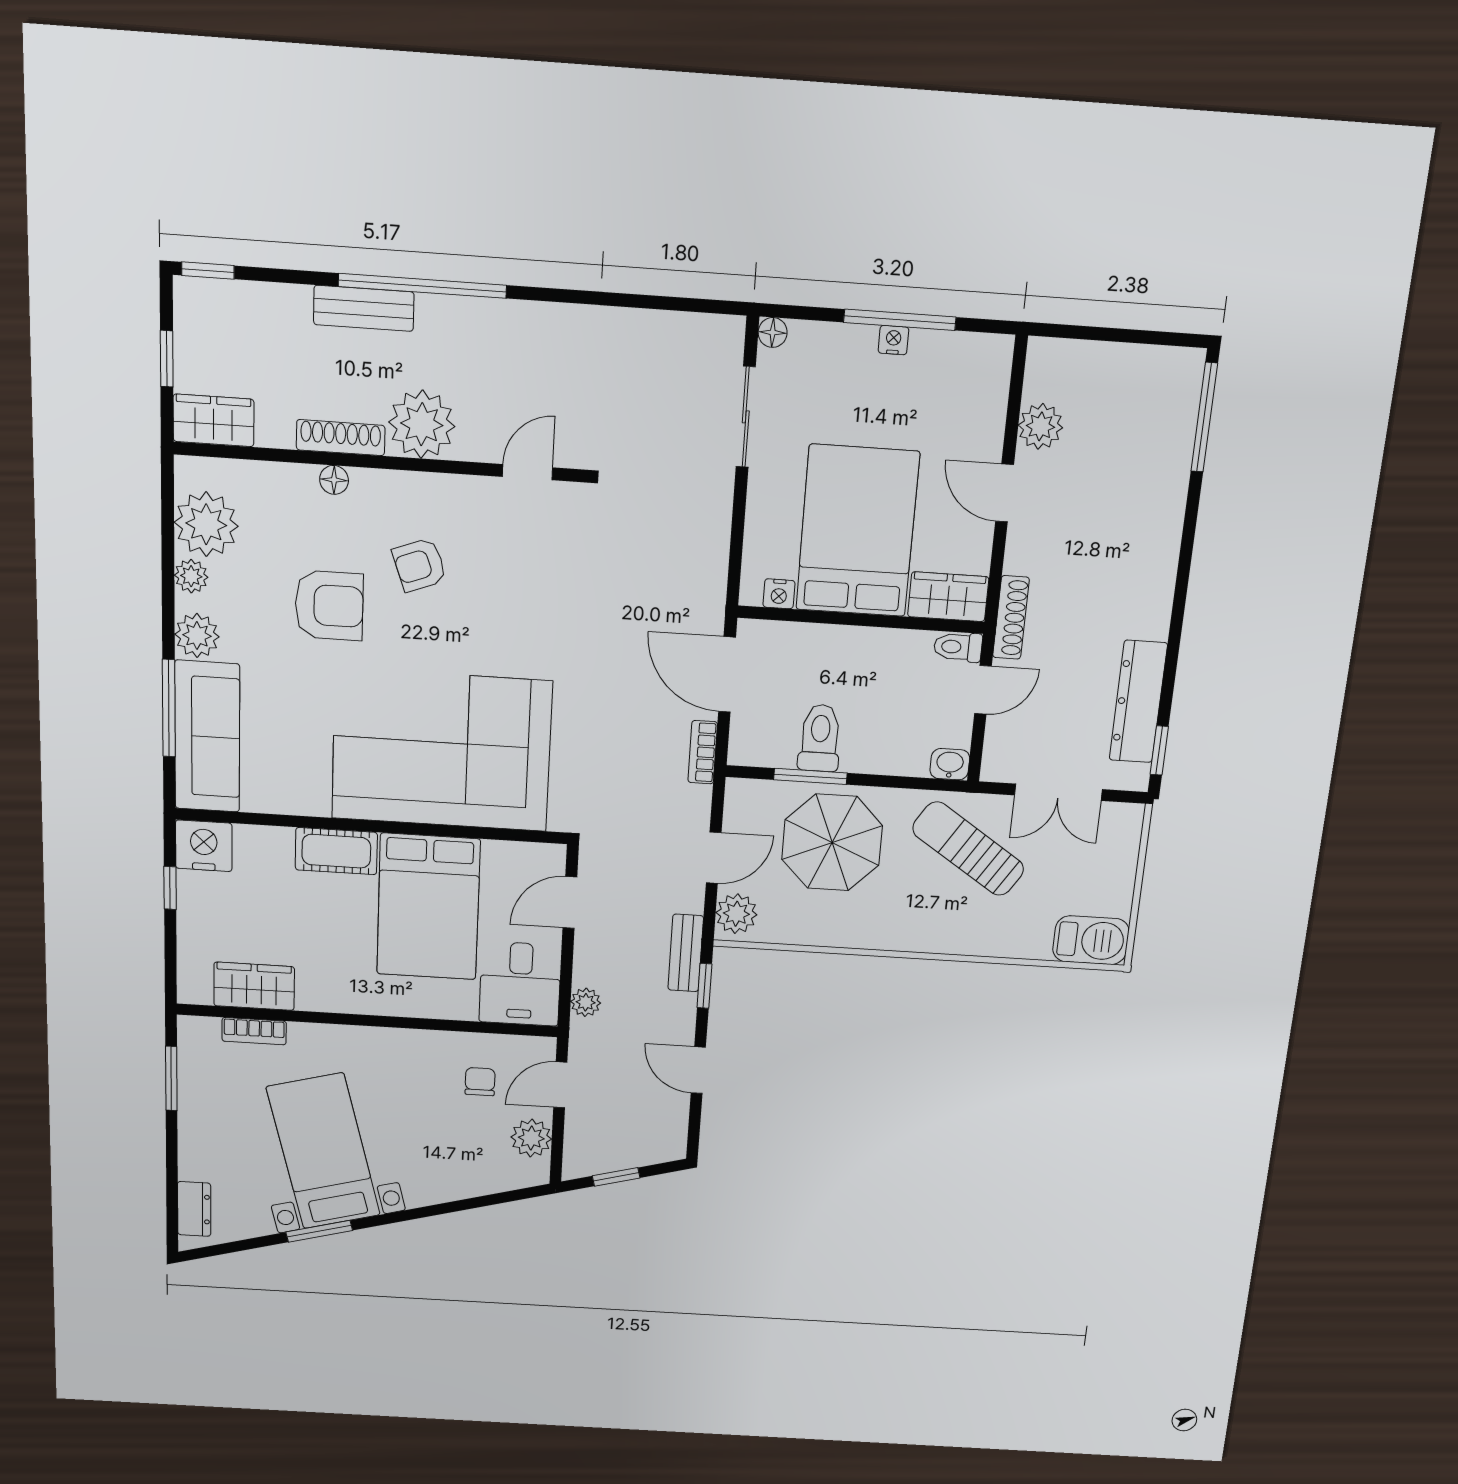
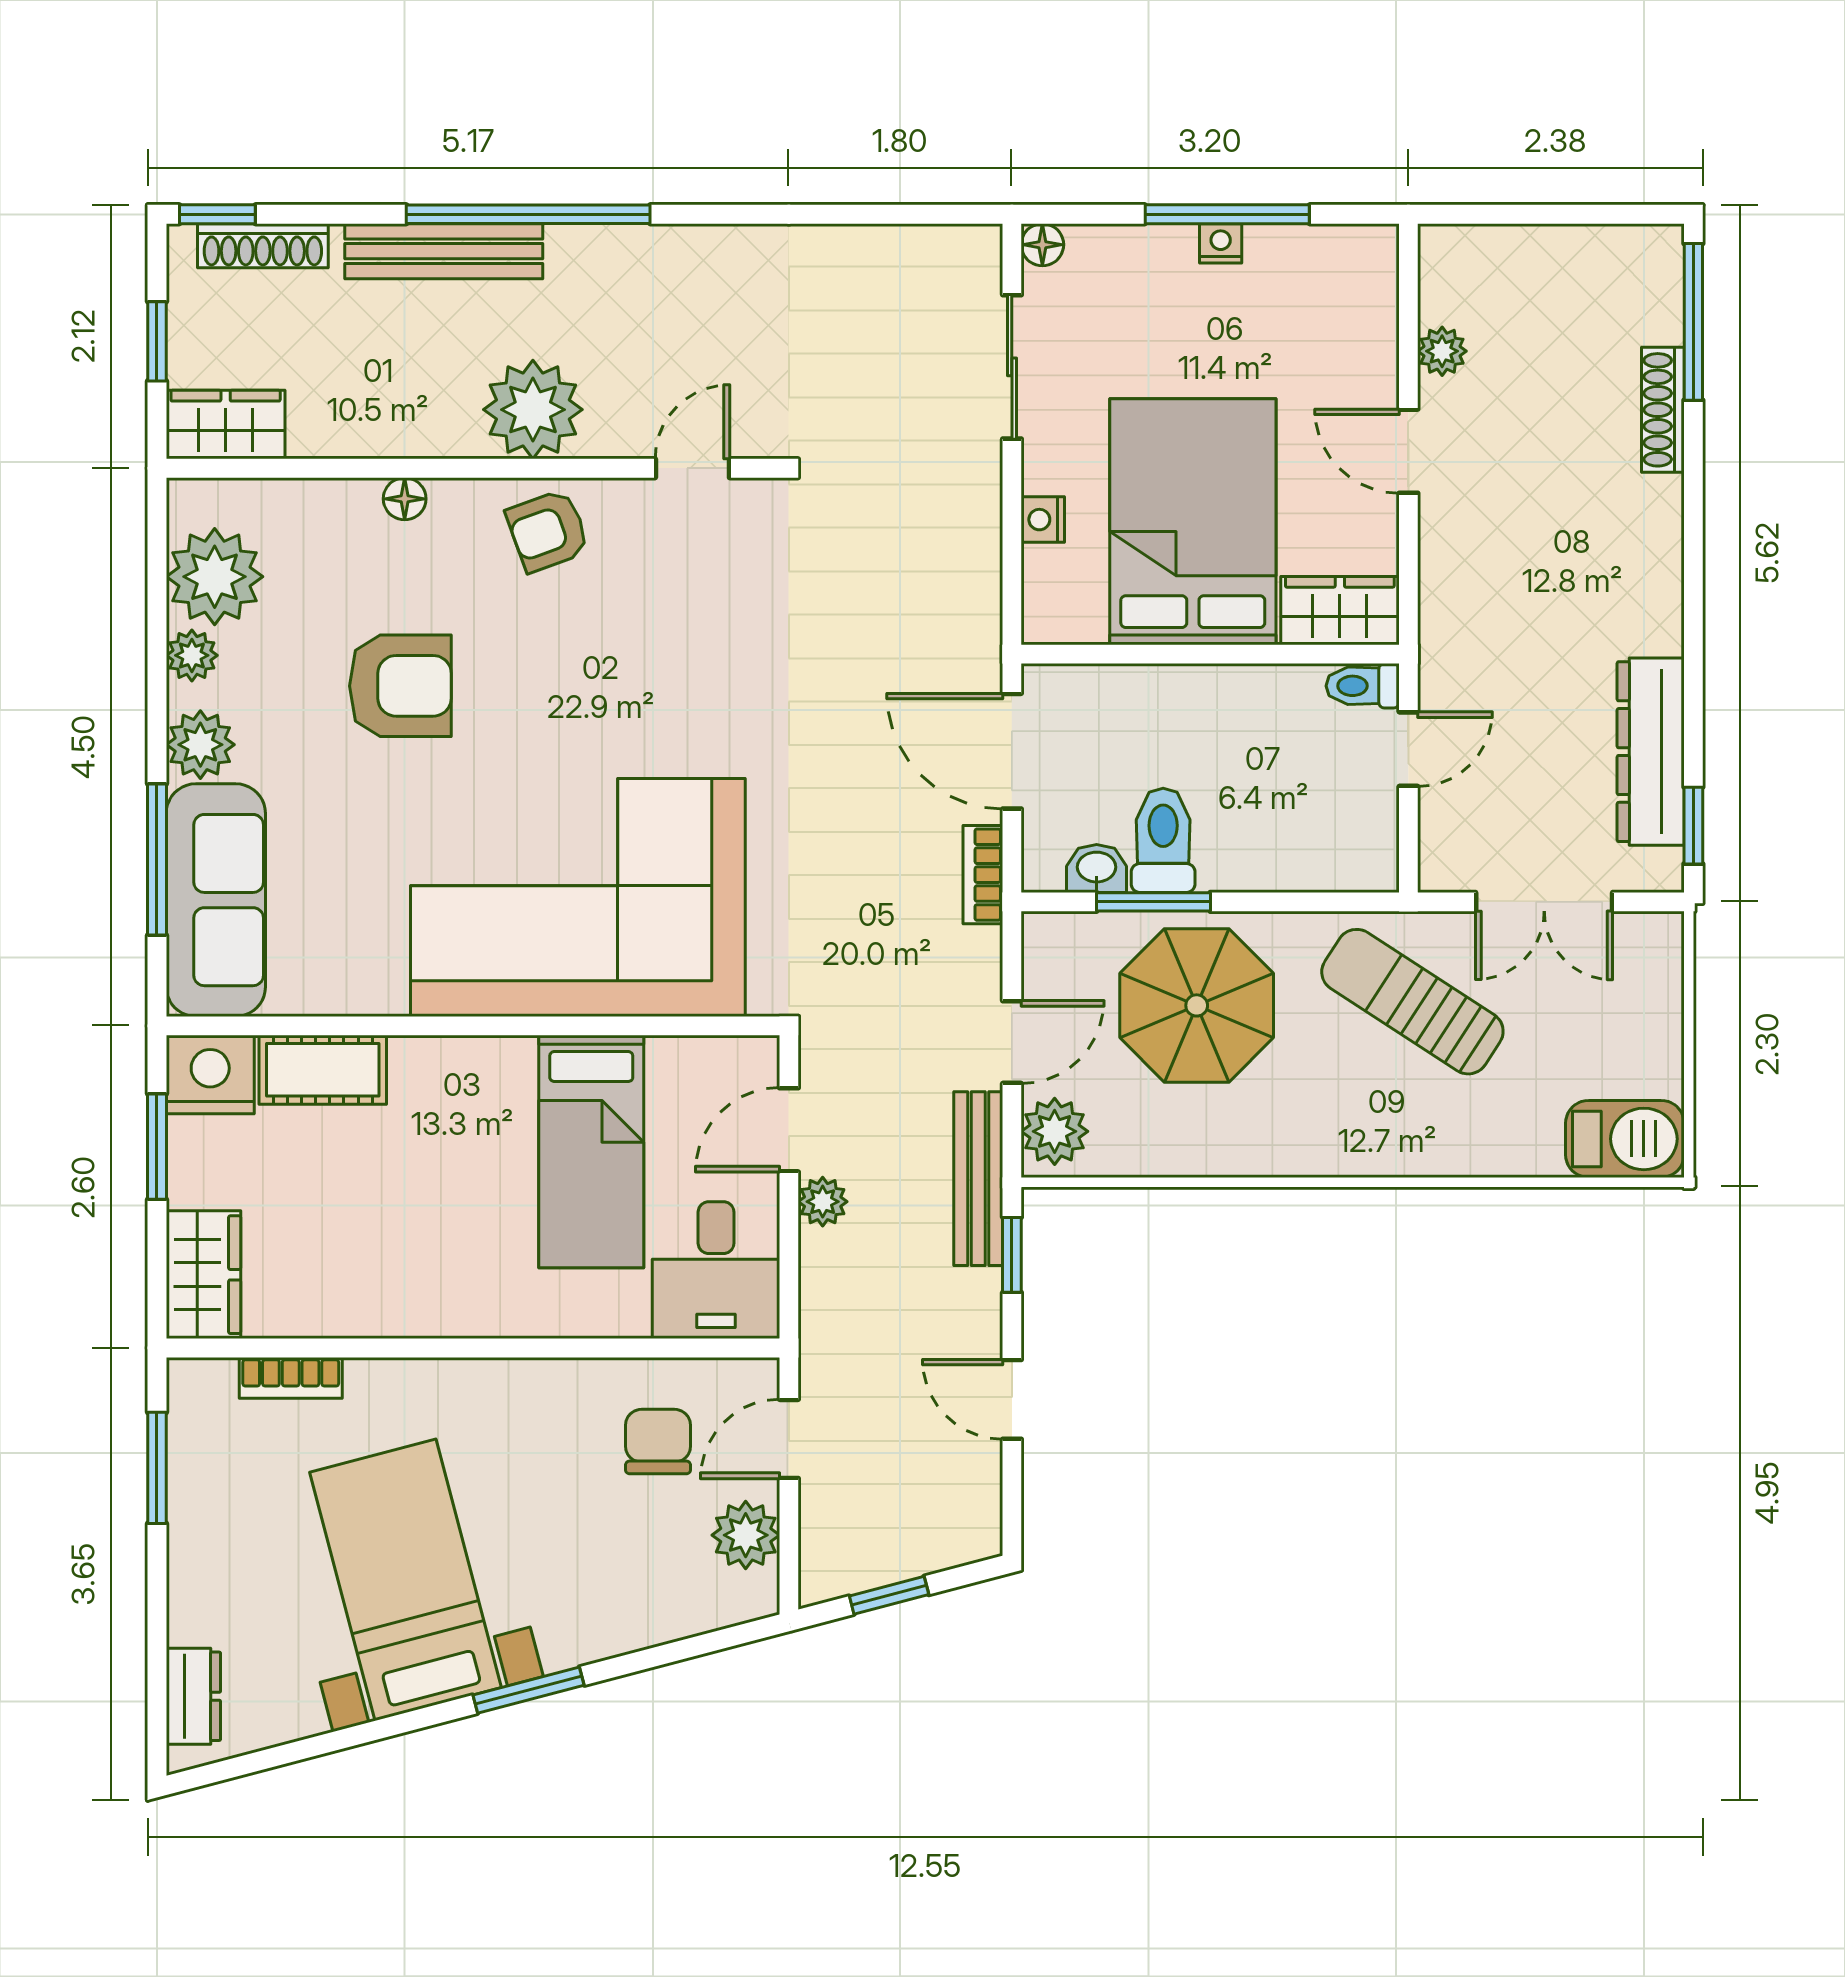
bench: (364, 308) -> (444, 251), width x1.36
plant: (1041, 426) -> (1442, 351), width x0.73, depth x0.73
shoe rack: (341, 438) -> (263, 246), moved, turned 180
armchair: (419, 565) -> (548, 531), moved
nightstand: (779, 594) -> (1043, 520), moved, turned 90
shoe rack: (1011, 618) -> (1663, 410), moved, turned 180
washbasin: (950, 764) -> (1097, 868), moved
cot: (336, 851) -> (323, 1070), moved
window: (170, 888) -> (157, 1147), width x1.50
bed: (428, 907) -> (591, 1151), width x0.67
bench: (686, 953) -> (978, 1179), width x1.36
wardrobe: (254, 986) -> (203, 1275), moved, turned 90
plant: (586, 1002) -> (823, 1202), moved
chair: (480, 1082) -> (658, 1442), width x1.37, depth x1.37
window: (319, 1231) -> (529, 1690), moved

